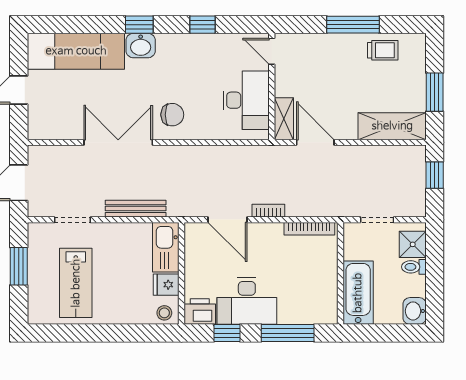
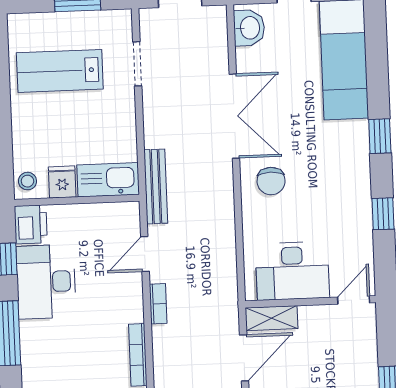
washbasin: (141, 46) -> (249, 28), moved, turned 180
bench: (136, 209) -> (156, 186), moved
door: (228, 220) -> (145, 254), width x0.73

